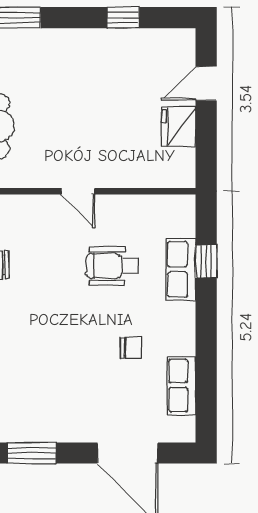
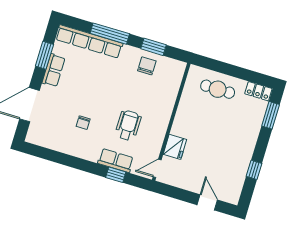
fridge: (179, 126) -> (175, 147), moved, turned 90
door: (78, 191) -> (157, 168), moved
row of seats: (182, 385) -> (54, 70), moved, turned 90

